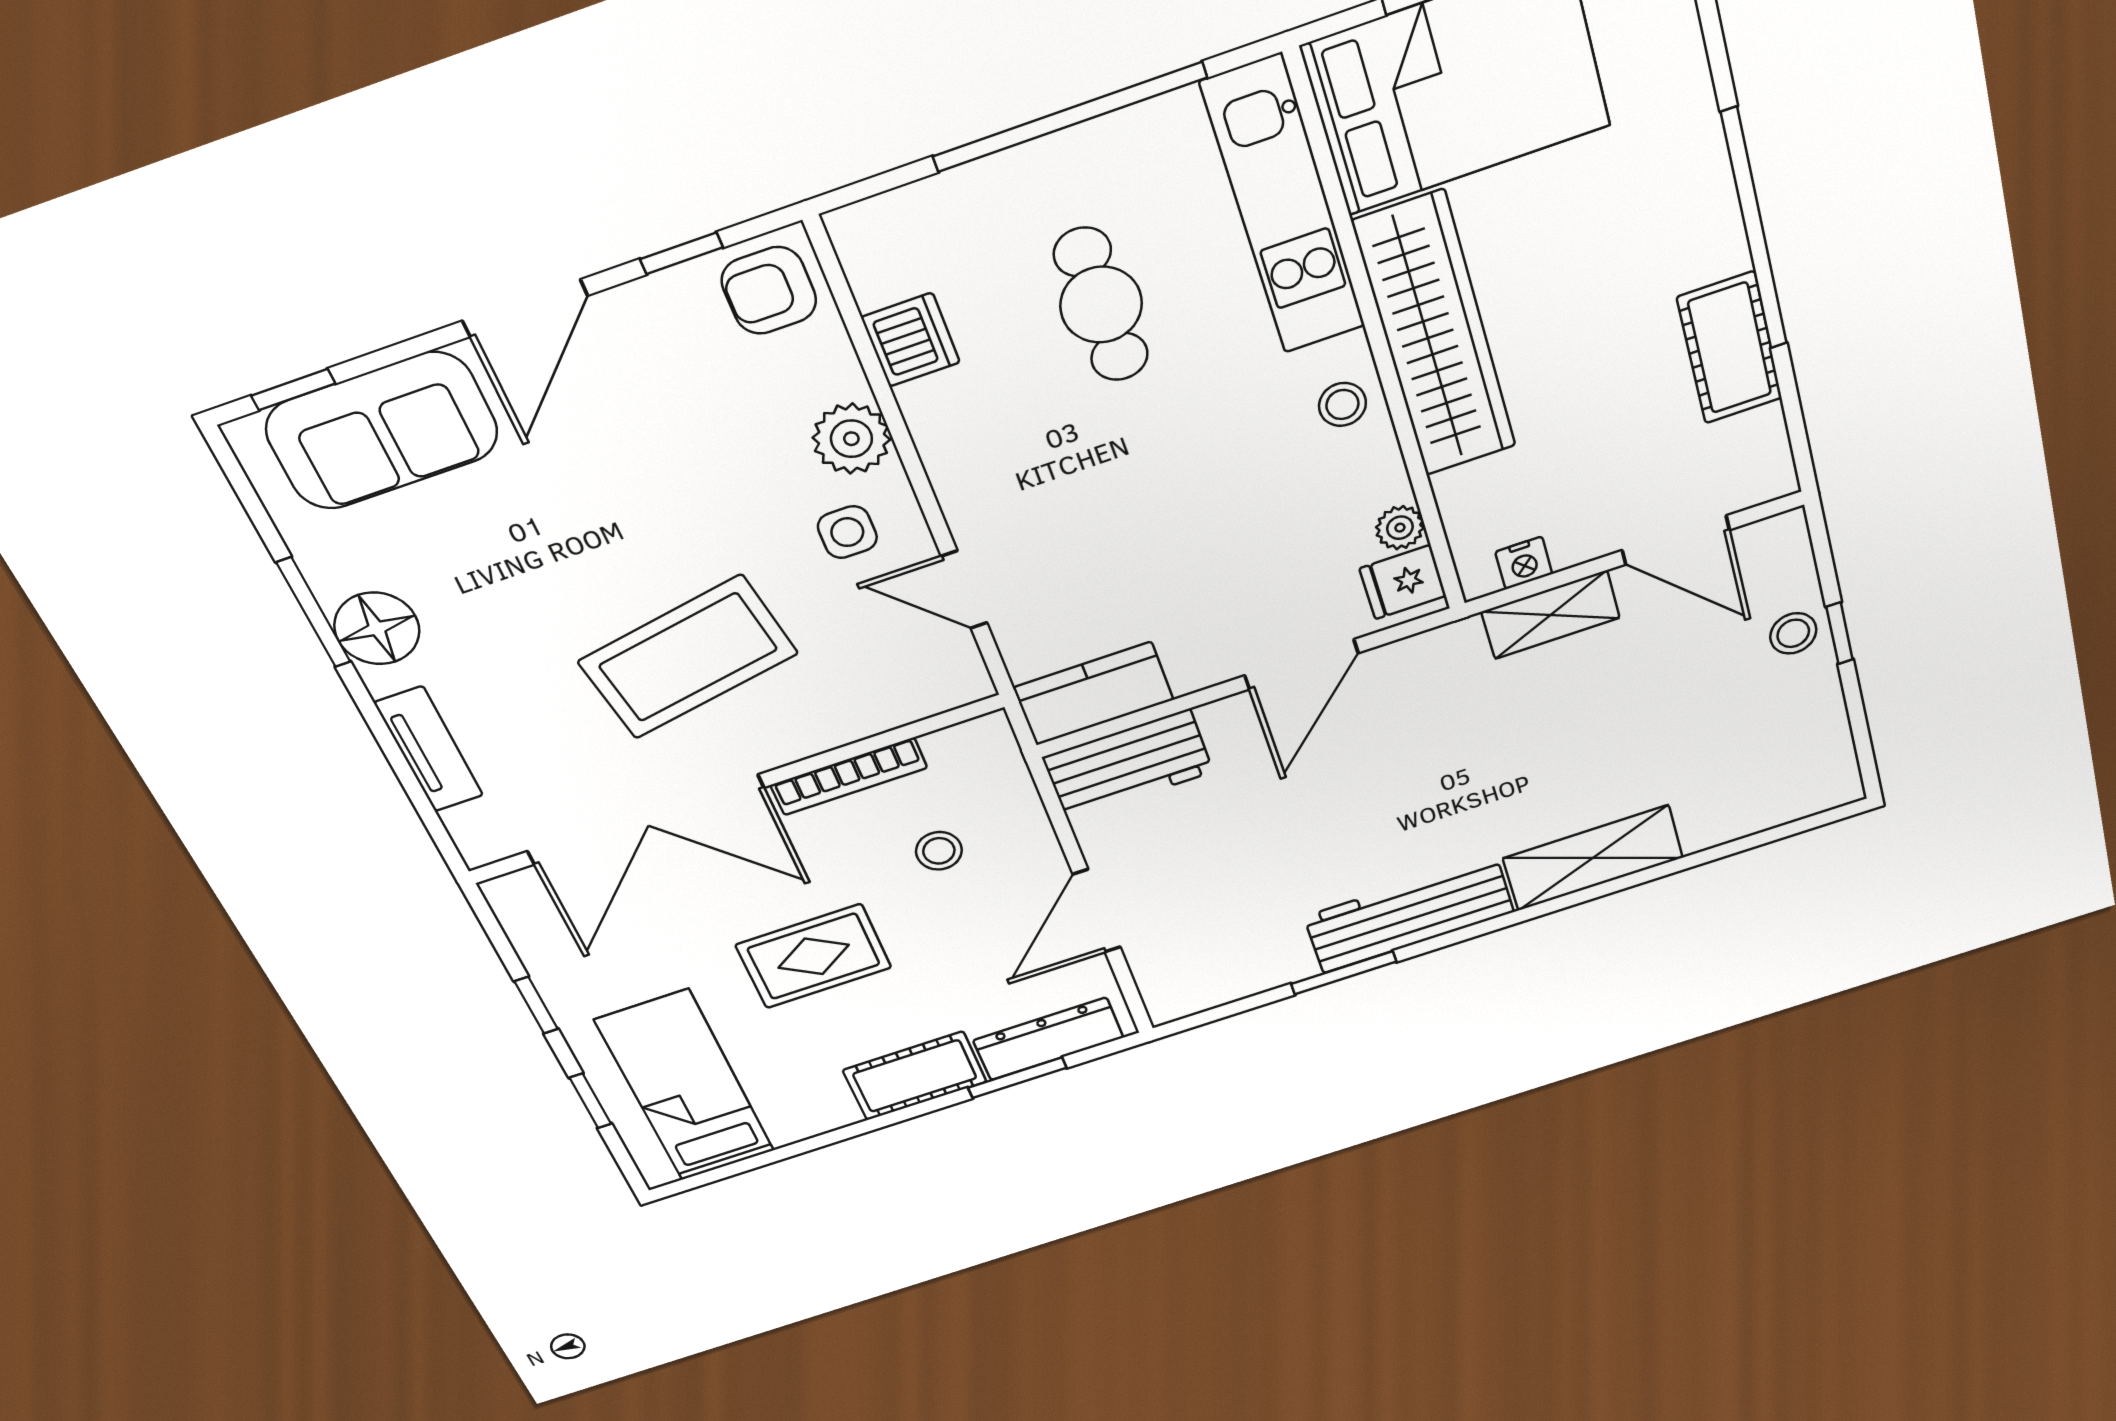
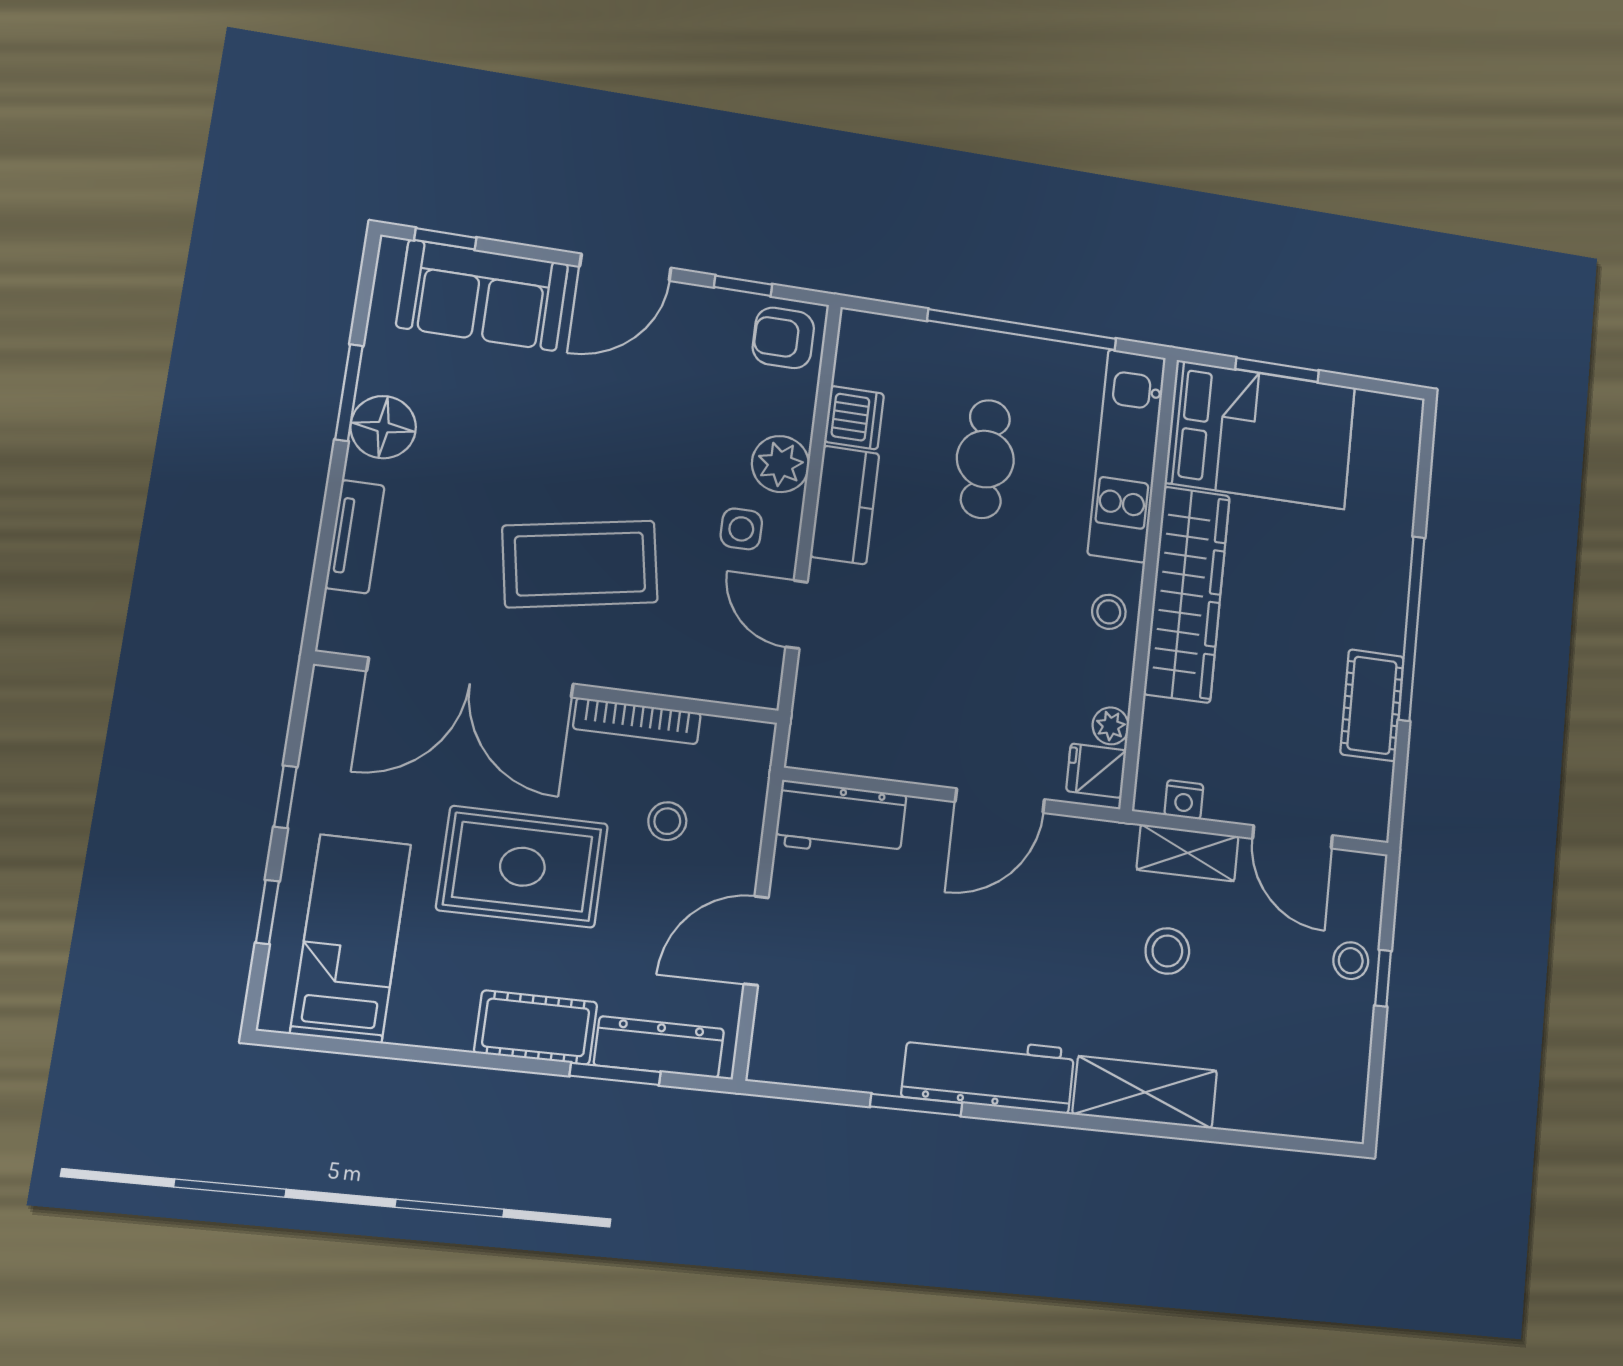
kitchen counter: (1093, 694) -> (845, 505), moved, turned 90
stool: (1565, 720) -> (1167, 951), added
rug: (814, 956) -> (522, 867), width x1.36, depth x1.43

